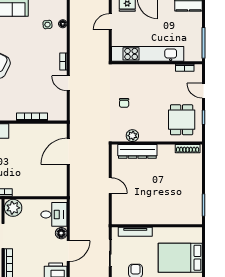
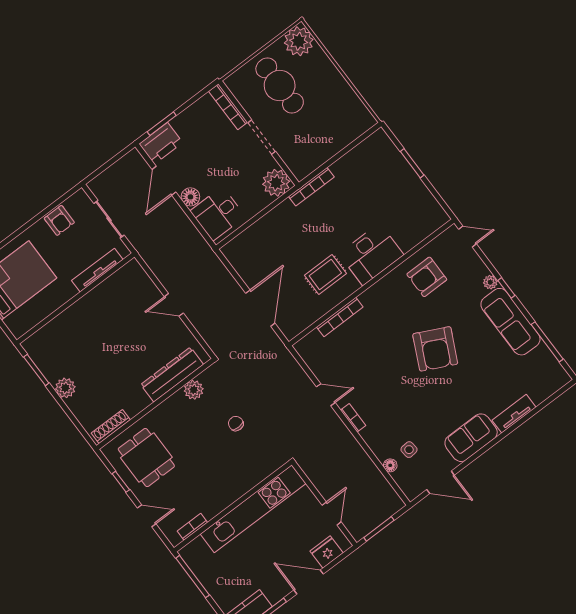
rug: (23, 144) -> (325, 274), added
plant: (196, 185) -> (65, 388), added

